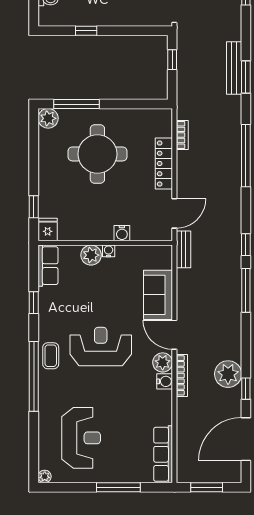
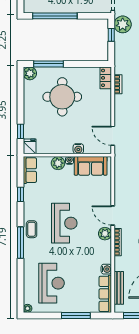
window: (86, 31) -> (55, 16), width x3.17
plant: (189, 44) -> (123, 24), added
locker: (164, 164) -> (106, 78), moved, width x0.66
door: (174, 213) -> (113, 136), swing flipped
bench: (184, 249) -> (119, 288), moved, width x1.36
sofa: (158, 295) -> (91, 166), moved, turned -90
reception desk: (101, 347) -> (64, 223), turned 90
window: (34, 376) -> (20, 243), width x0.68
water cooler: (165, 381) -> (106, 269), moved

